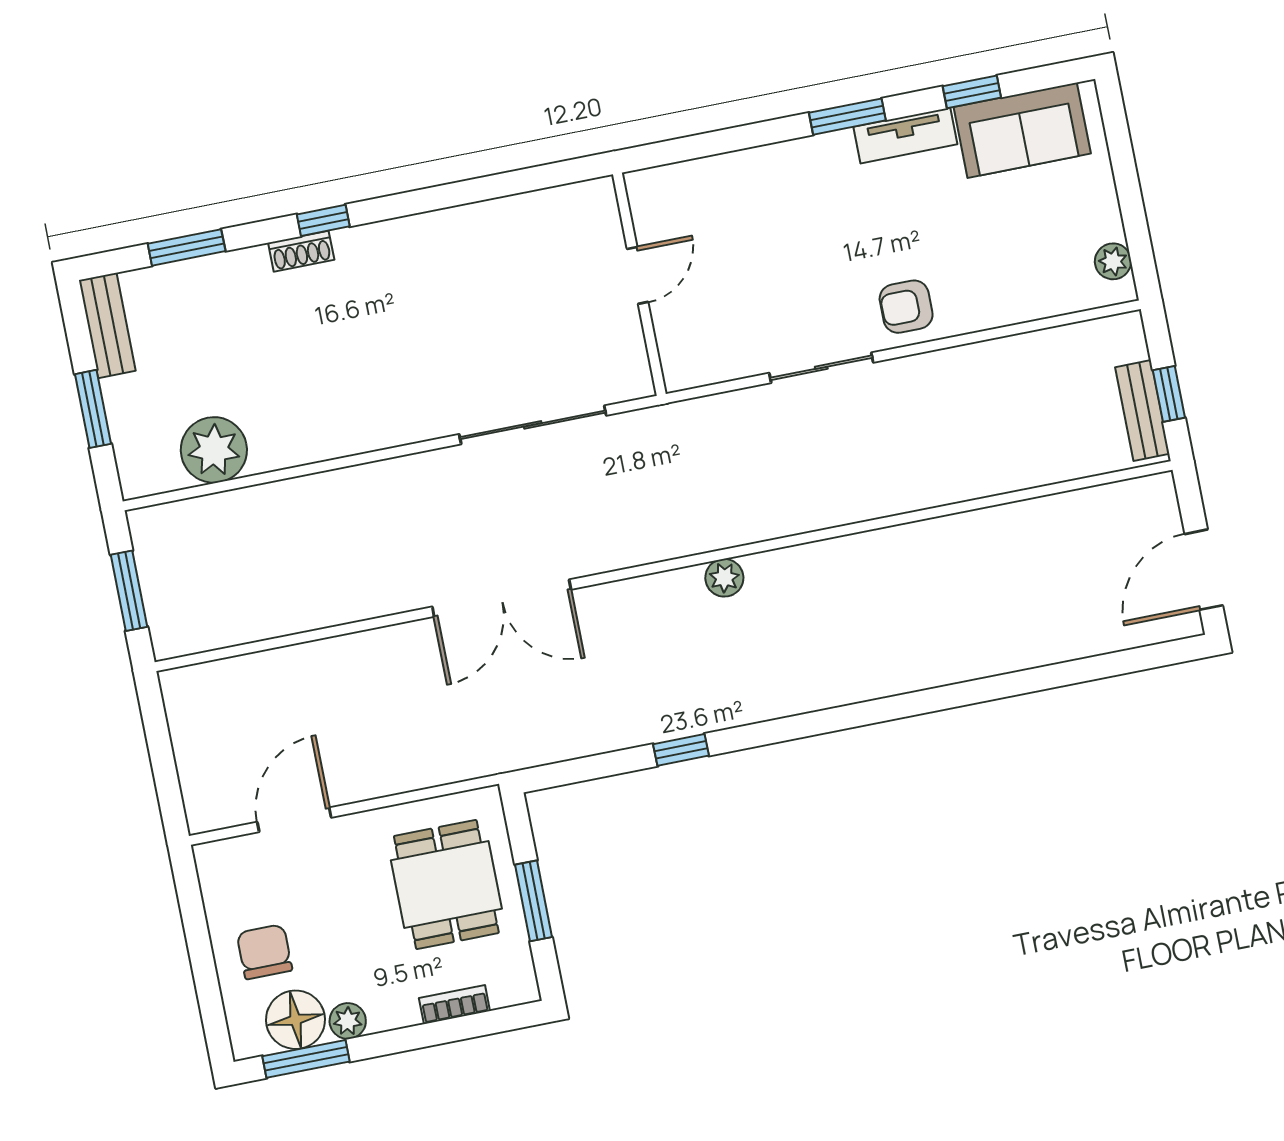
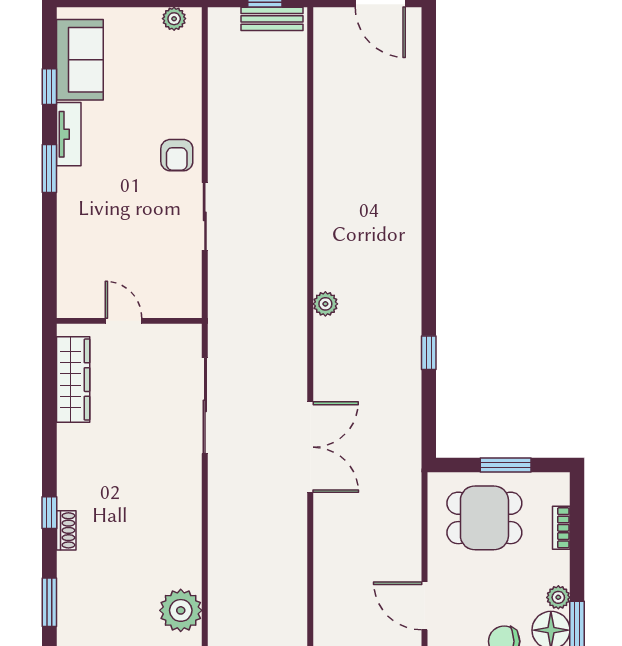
wardrobe: (533, 216) -> (73, 380), added

